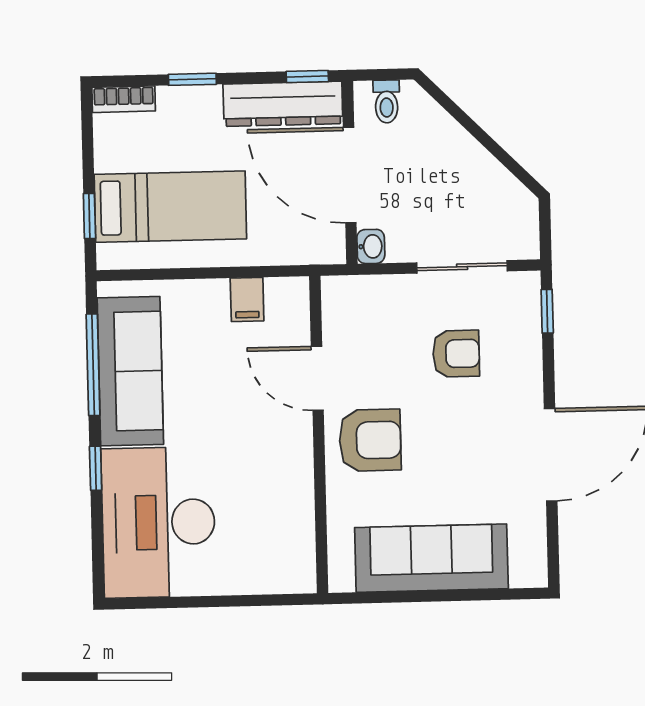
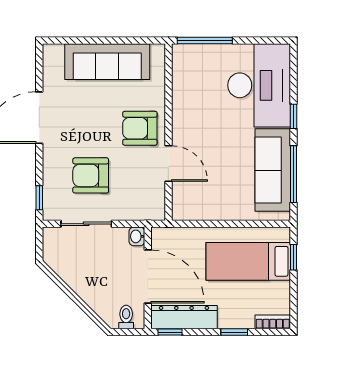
filing cabinet: (247, 299) -> (207, 208), removed
armchair: (456, 354) -> (91, 175), width x1.38, depth x1.38
window: (258, 600) -> (205, 40), added

